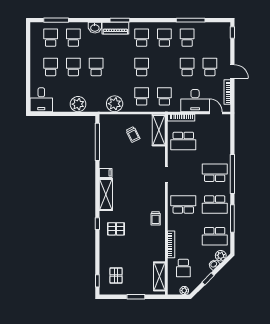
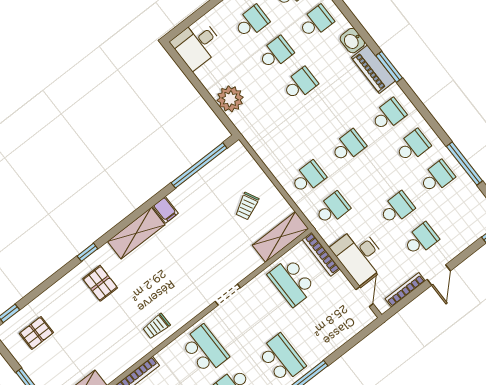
plant: (115, 104) -> (269, 148), removed

